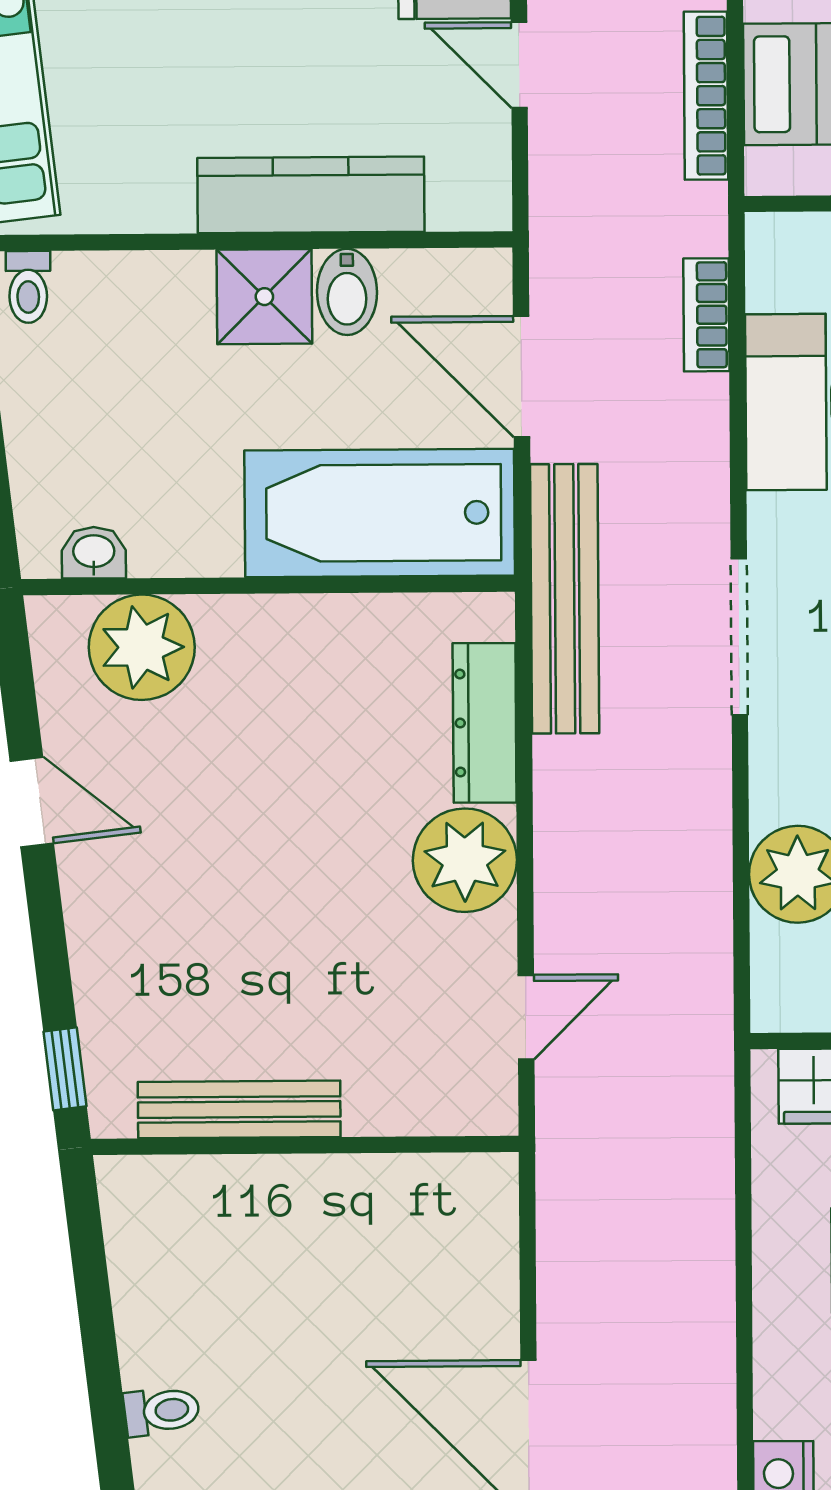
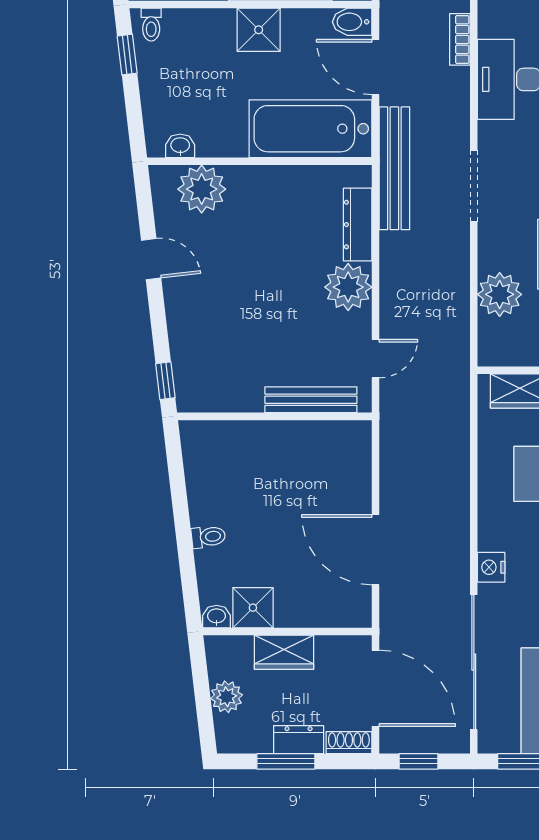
bidet: (347, 292) -> (352, 22), moved, turned 90
bench: (239, 1109) -> (311, 400), moved

